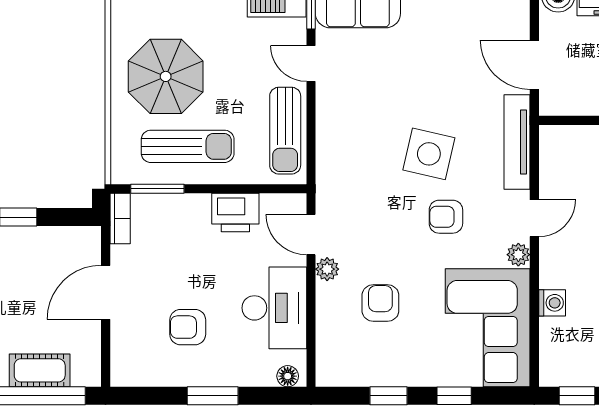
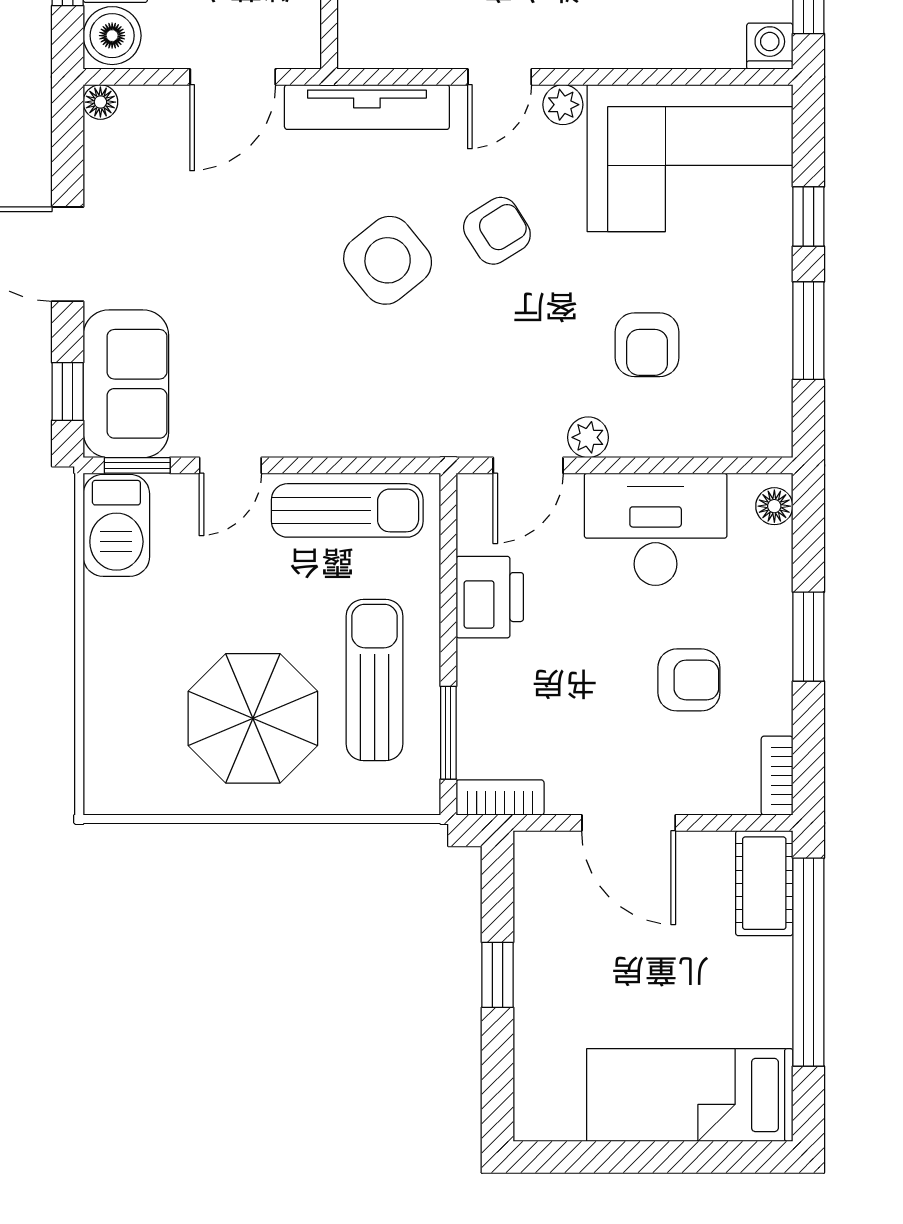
side table: (429, 154) -> (388, 260), turned 38
armchair: (446, 217) -> (497, 231), turned -122
door: (534, 218) -> (500, 77), swing flipped
armchair: (380, 303) -> (647, 345), turned -90
washing machine: (552, 303) -> (770, 46), moved
armchair: (188, 327) -> (689, 680), turned -90
cot: (40, 370) -> (764, 883), moved
bookcase: (133, 378) -> (777, 776), added
window: (389, 396) -> (808, 331), width x1.50

